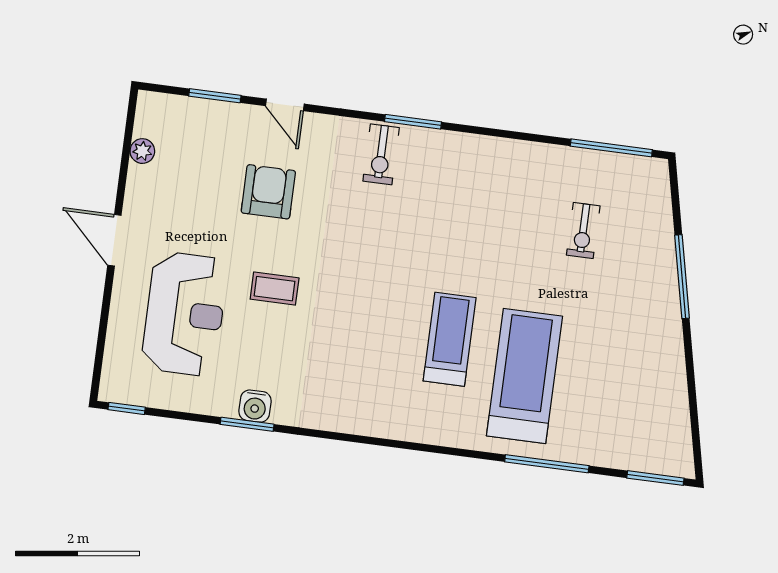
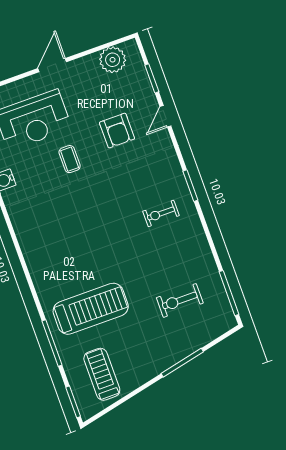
plant: (142, 151) -> (113, 60), width x1.88, depth x1.88
exercise bike: (381, 154) -> (161, 213), moved
armchair: (268, 192) -> (117, 131), turned 90
exercise bike: (583, 231) -> (180, 300), width x1.38, depth x1.39
treadmill: (450, 339) -> (102, 374), moved, turned -90

